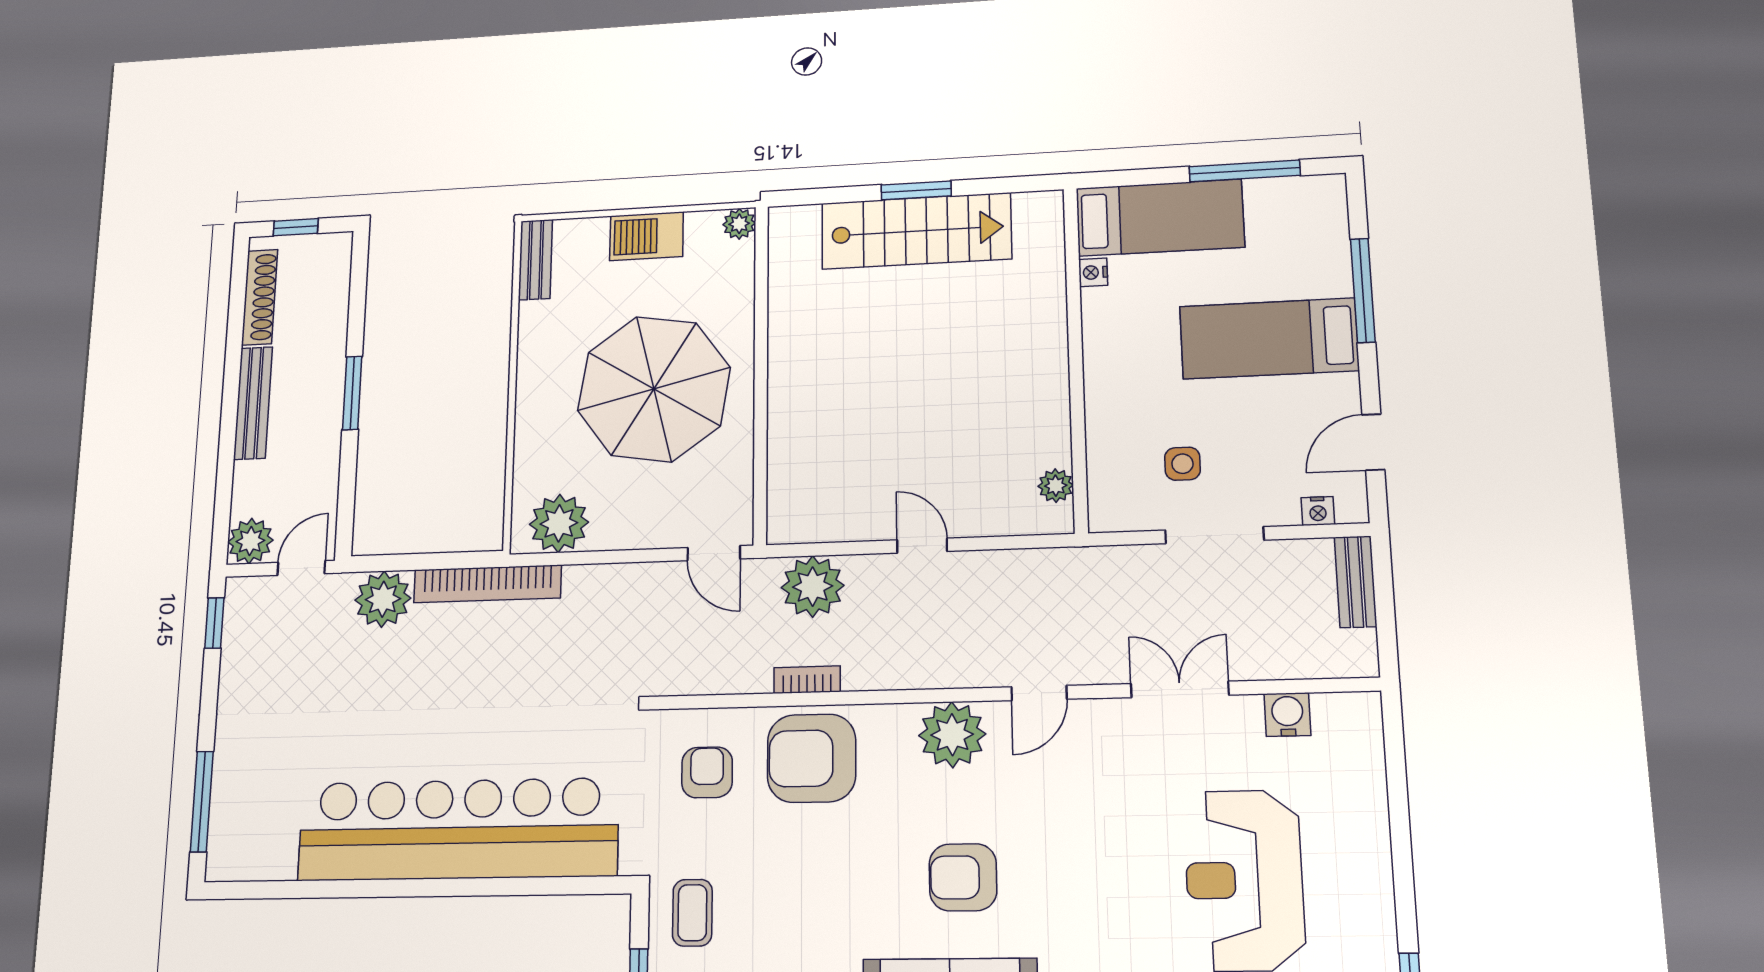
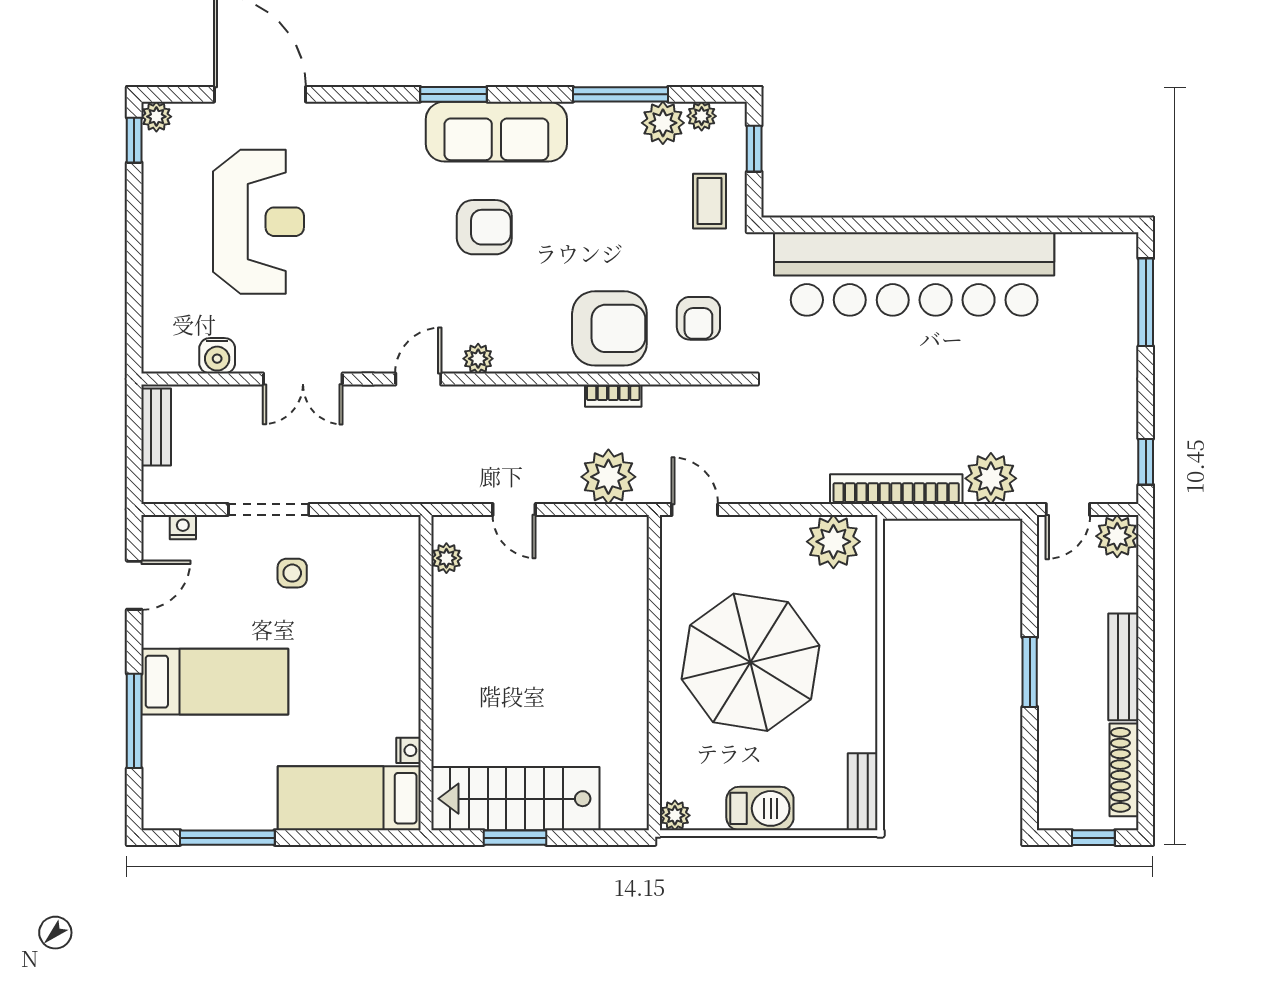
bed: (1160, 218) -> (349, 798), moved
nightstand: (1093, 272) -> (409, 750), moved
wall: (1076, 358) -> (426, 673), moved
plant: (1056, 486) -> (446, 558), moved
bench: (1355, 582) -> (156, 427), moved
plant: (952, 735) -> (478, 359), width x0.53, depth x0.53

